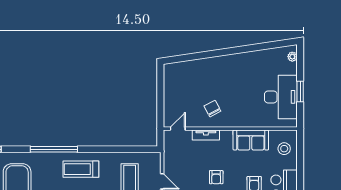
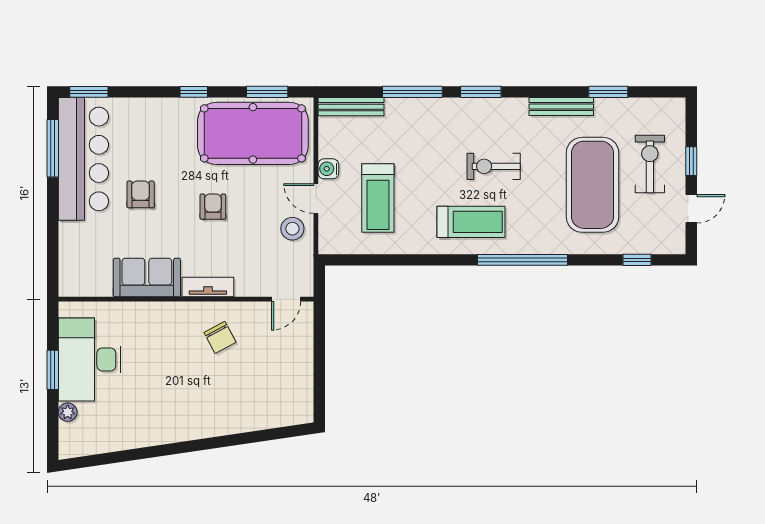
plant: (292, 57) -> (68, 412), moved
tv unit: (206, 135) -> (208, 287), moved
stool: (284, 149) -> (292, 229), moved

